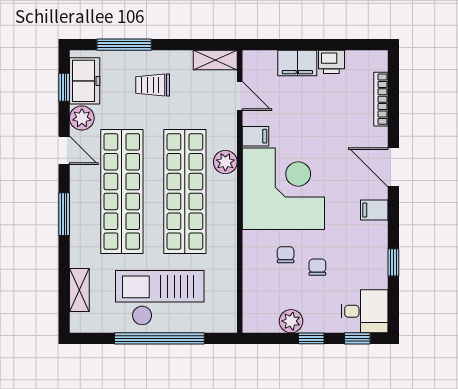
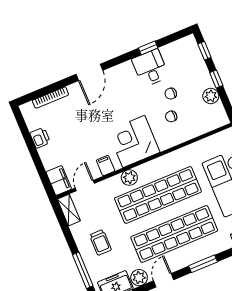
filing cabinet: (297, 63) -> (59, 180), moved
corner desk: (283, 189) -> (134, 141), width x0.74, depth x0.74
filing cabinet: (374, 210) -> (121, 73), removed
desk: (364, 311) -> (150, 68), moved

